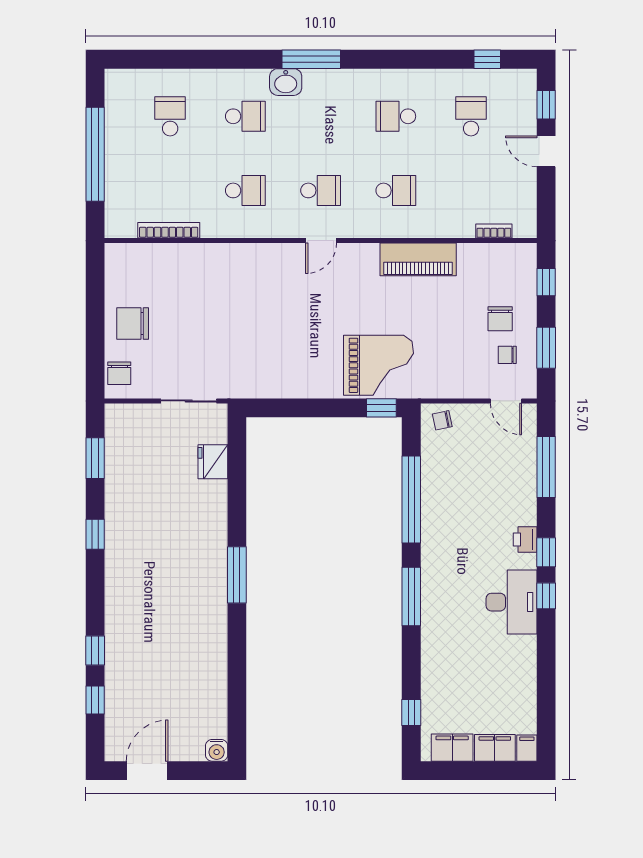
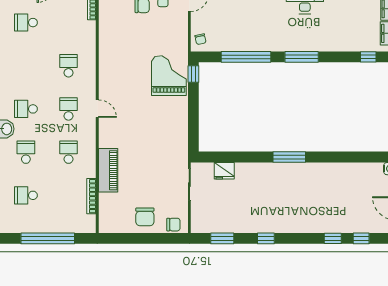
school desk: (396, 116) -> (26, 109), moved, turned 90
piano: (418, 259) -> (108, 170), moved

